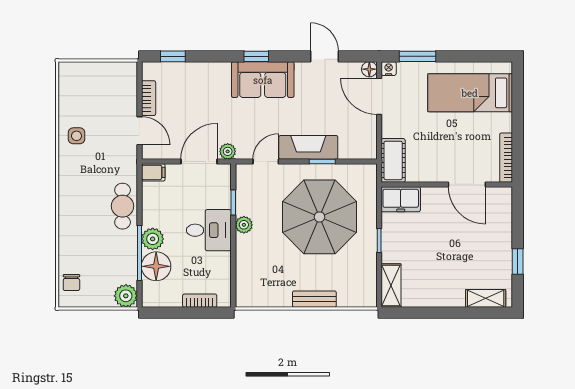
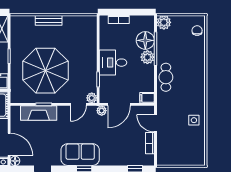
fireplace: (308, 147) -> (39, 113), moved
plant: (244, 225) -> (92, 98), moved

